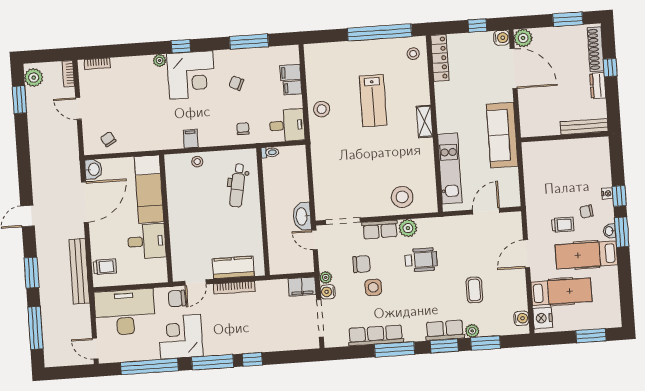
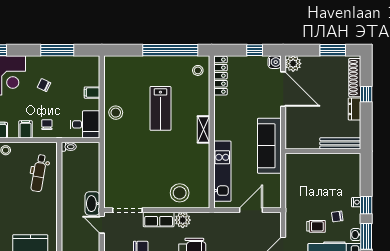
filing cabinet: (290, 72) -> (26, 129), moved, turned 90

